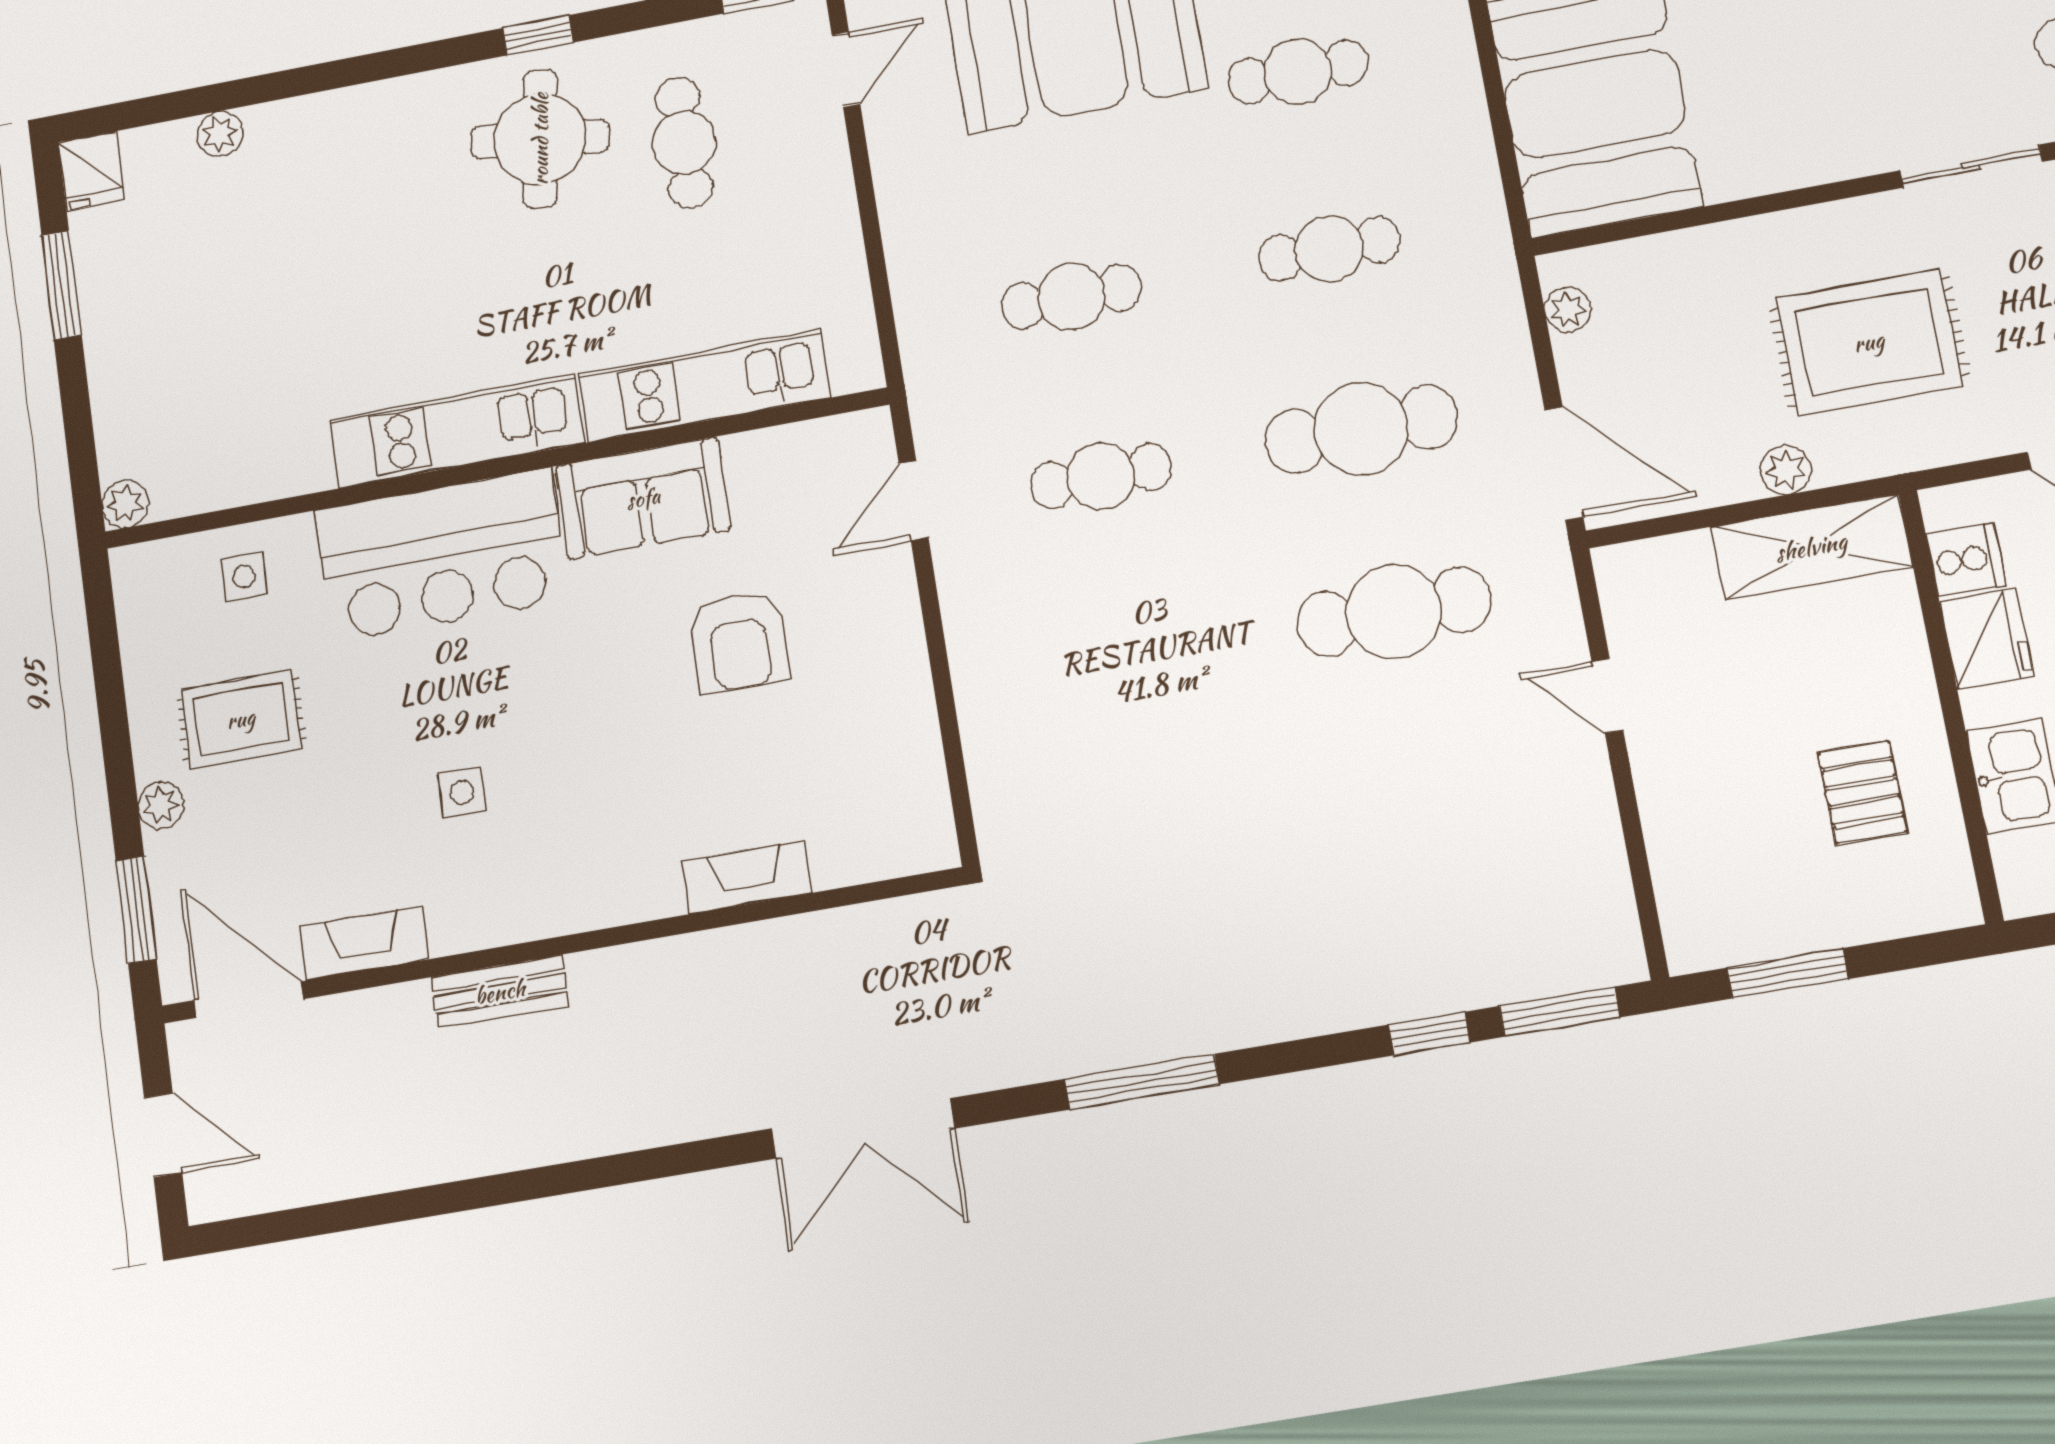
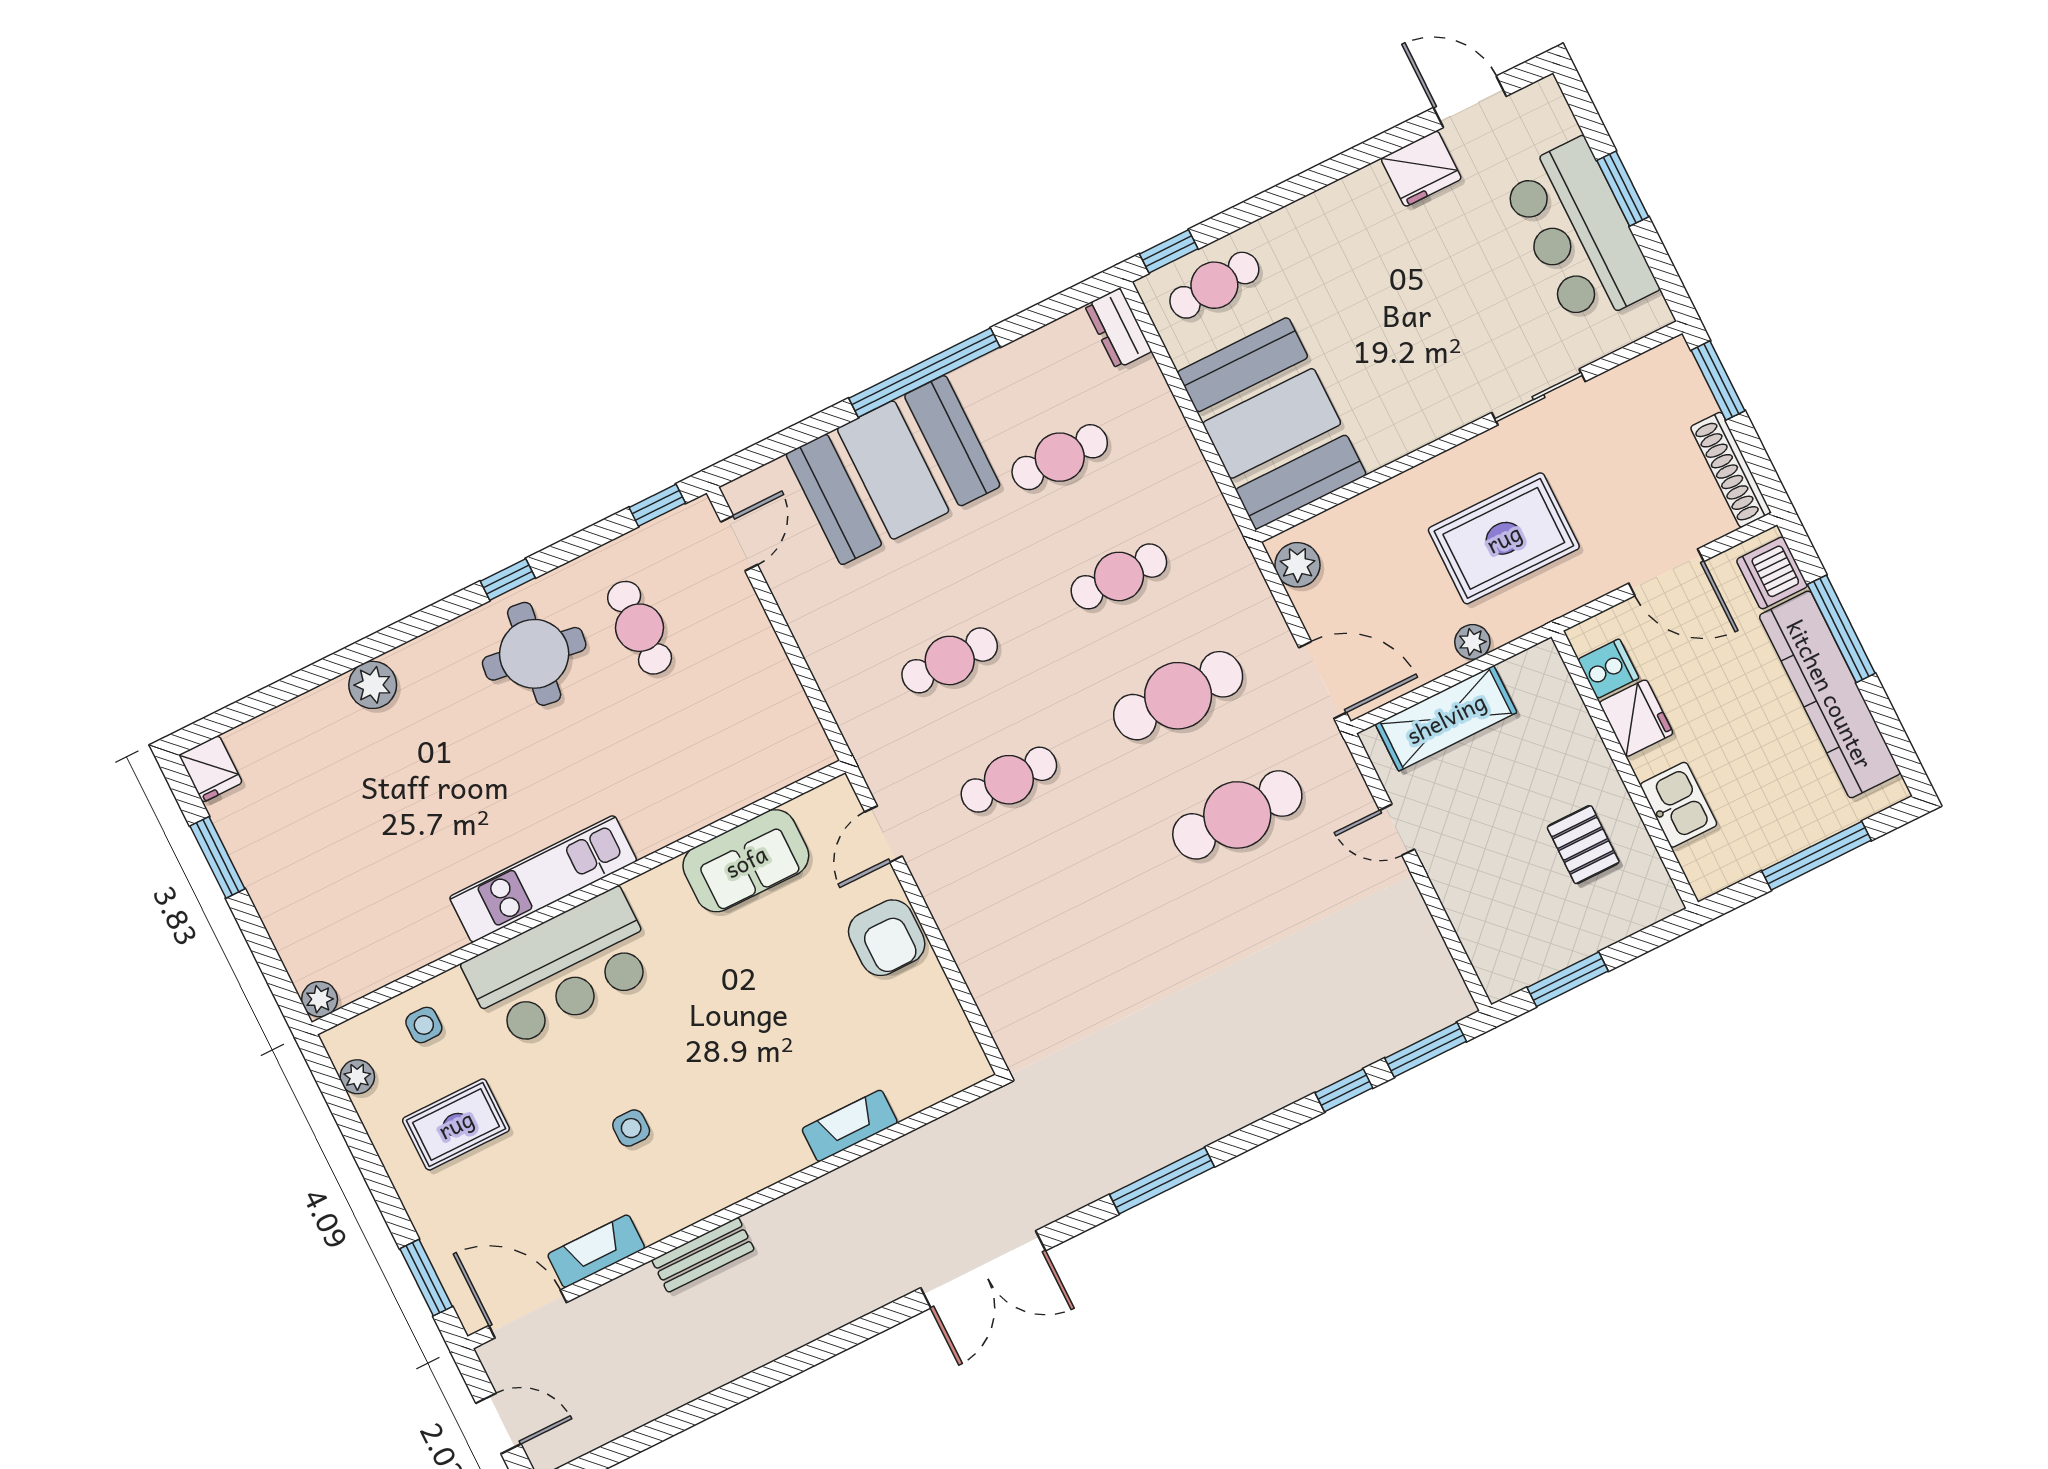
plant: (220, 134) -> (373, 685), moved, width x1.38, depth x1.38
plant: (1568, 310) -> (1298, 565), width x1.38, depth x1.38
kitchen unit: (704, 386) -> (710, 796), removed
sofa: (643, 498) -> (746, 861), moved
shelving: (1811, 547) -> (1446, 718), moved
armchair: (739, 642) -> (887, 938), moved
plant: (161, 805) -> (357, 1077), moved

